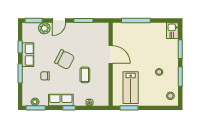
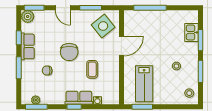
door: (59, 20) -> (63, 8), hinge flipped
plant: (44, 28) -> (28, 16), moved
kitchen sink: (172, 31) -> (191, 32), moved
side table: (94, 37) -> (103, 26), added
door: (111, 54) -> (121, 46), hinge flipped
chair: (65, 60) -> (69, 52), turned 62
row of seats: (61, 100) -> (79, 98), moved

